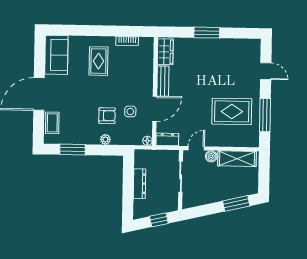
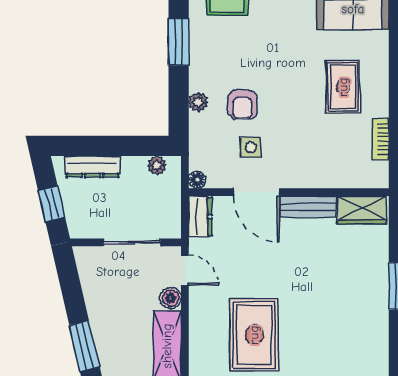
rug: (98, 61) -> (343, 87), turned 90
plant: (139, 163) -> (157, 165), added
dresser: (139, 184) -> (92, 167), moved

